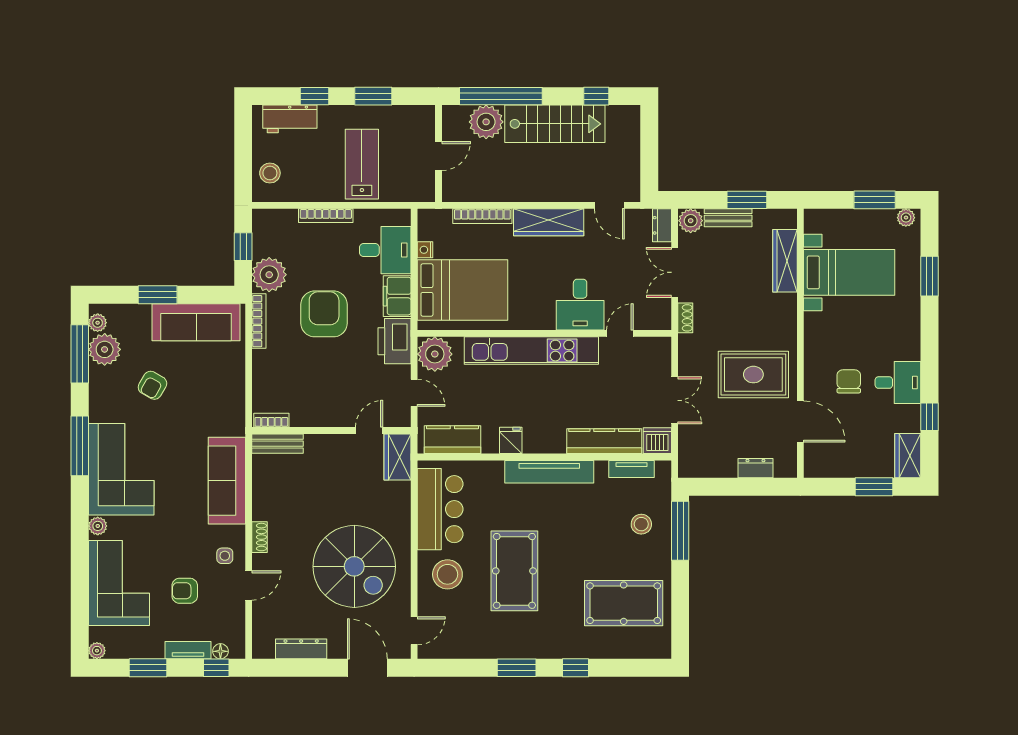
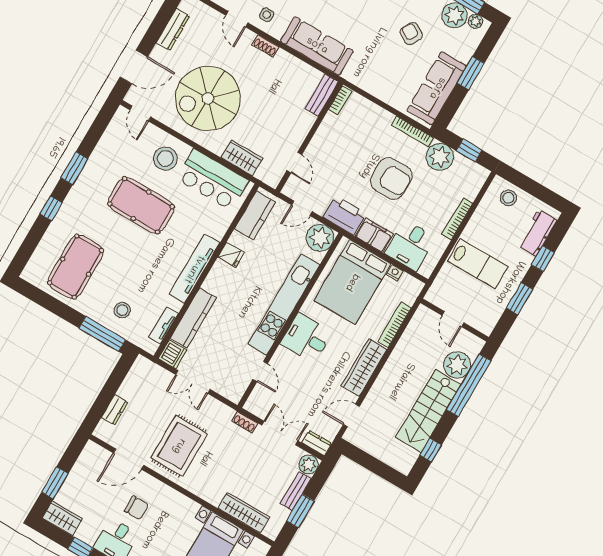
desk: (580, 305) -> (306, 338), moved
wardrobe: (397, 457) -> (242, 158), moved

